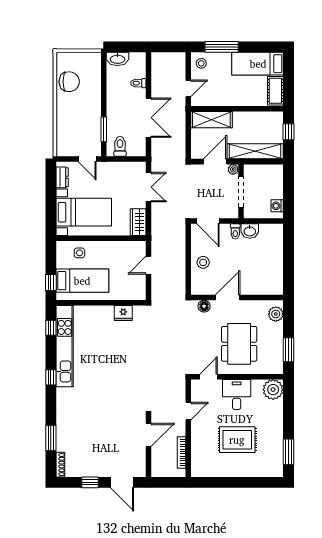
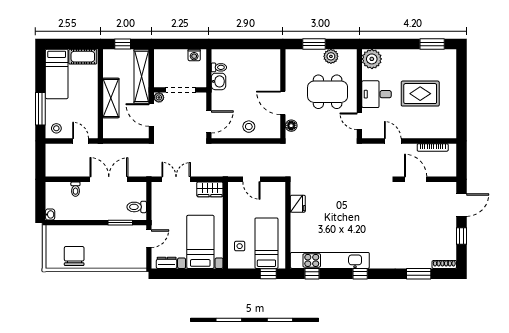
washbasin: (117, 59) -> (50, 214), width x0.52, depth x0.69
shelving: (211, 120) -> (111, 98), moved
toilet: (235, 231) -> (219, 67), moved
plant: (276, 314) -> (331, 56), moved
window: (288, 350) -> (314, 44), moved
rug: (237, 440) -> (420, 94), turned 90

